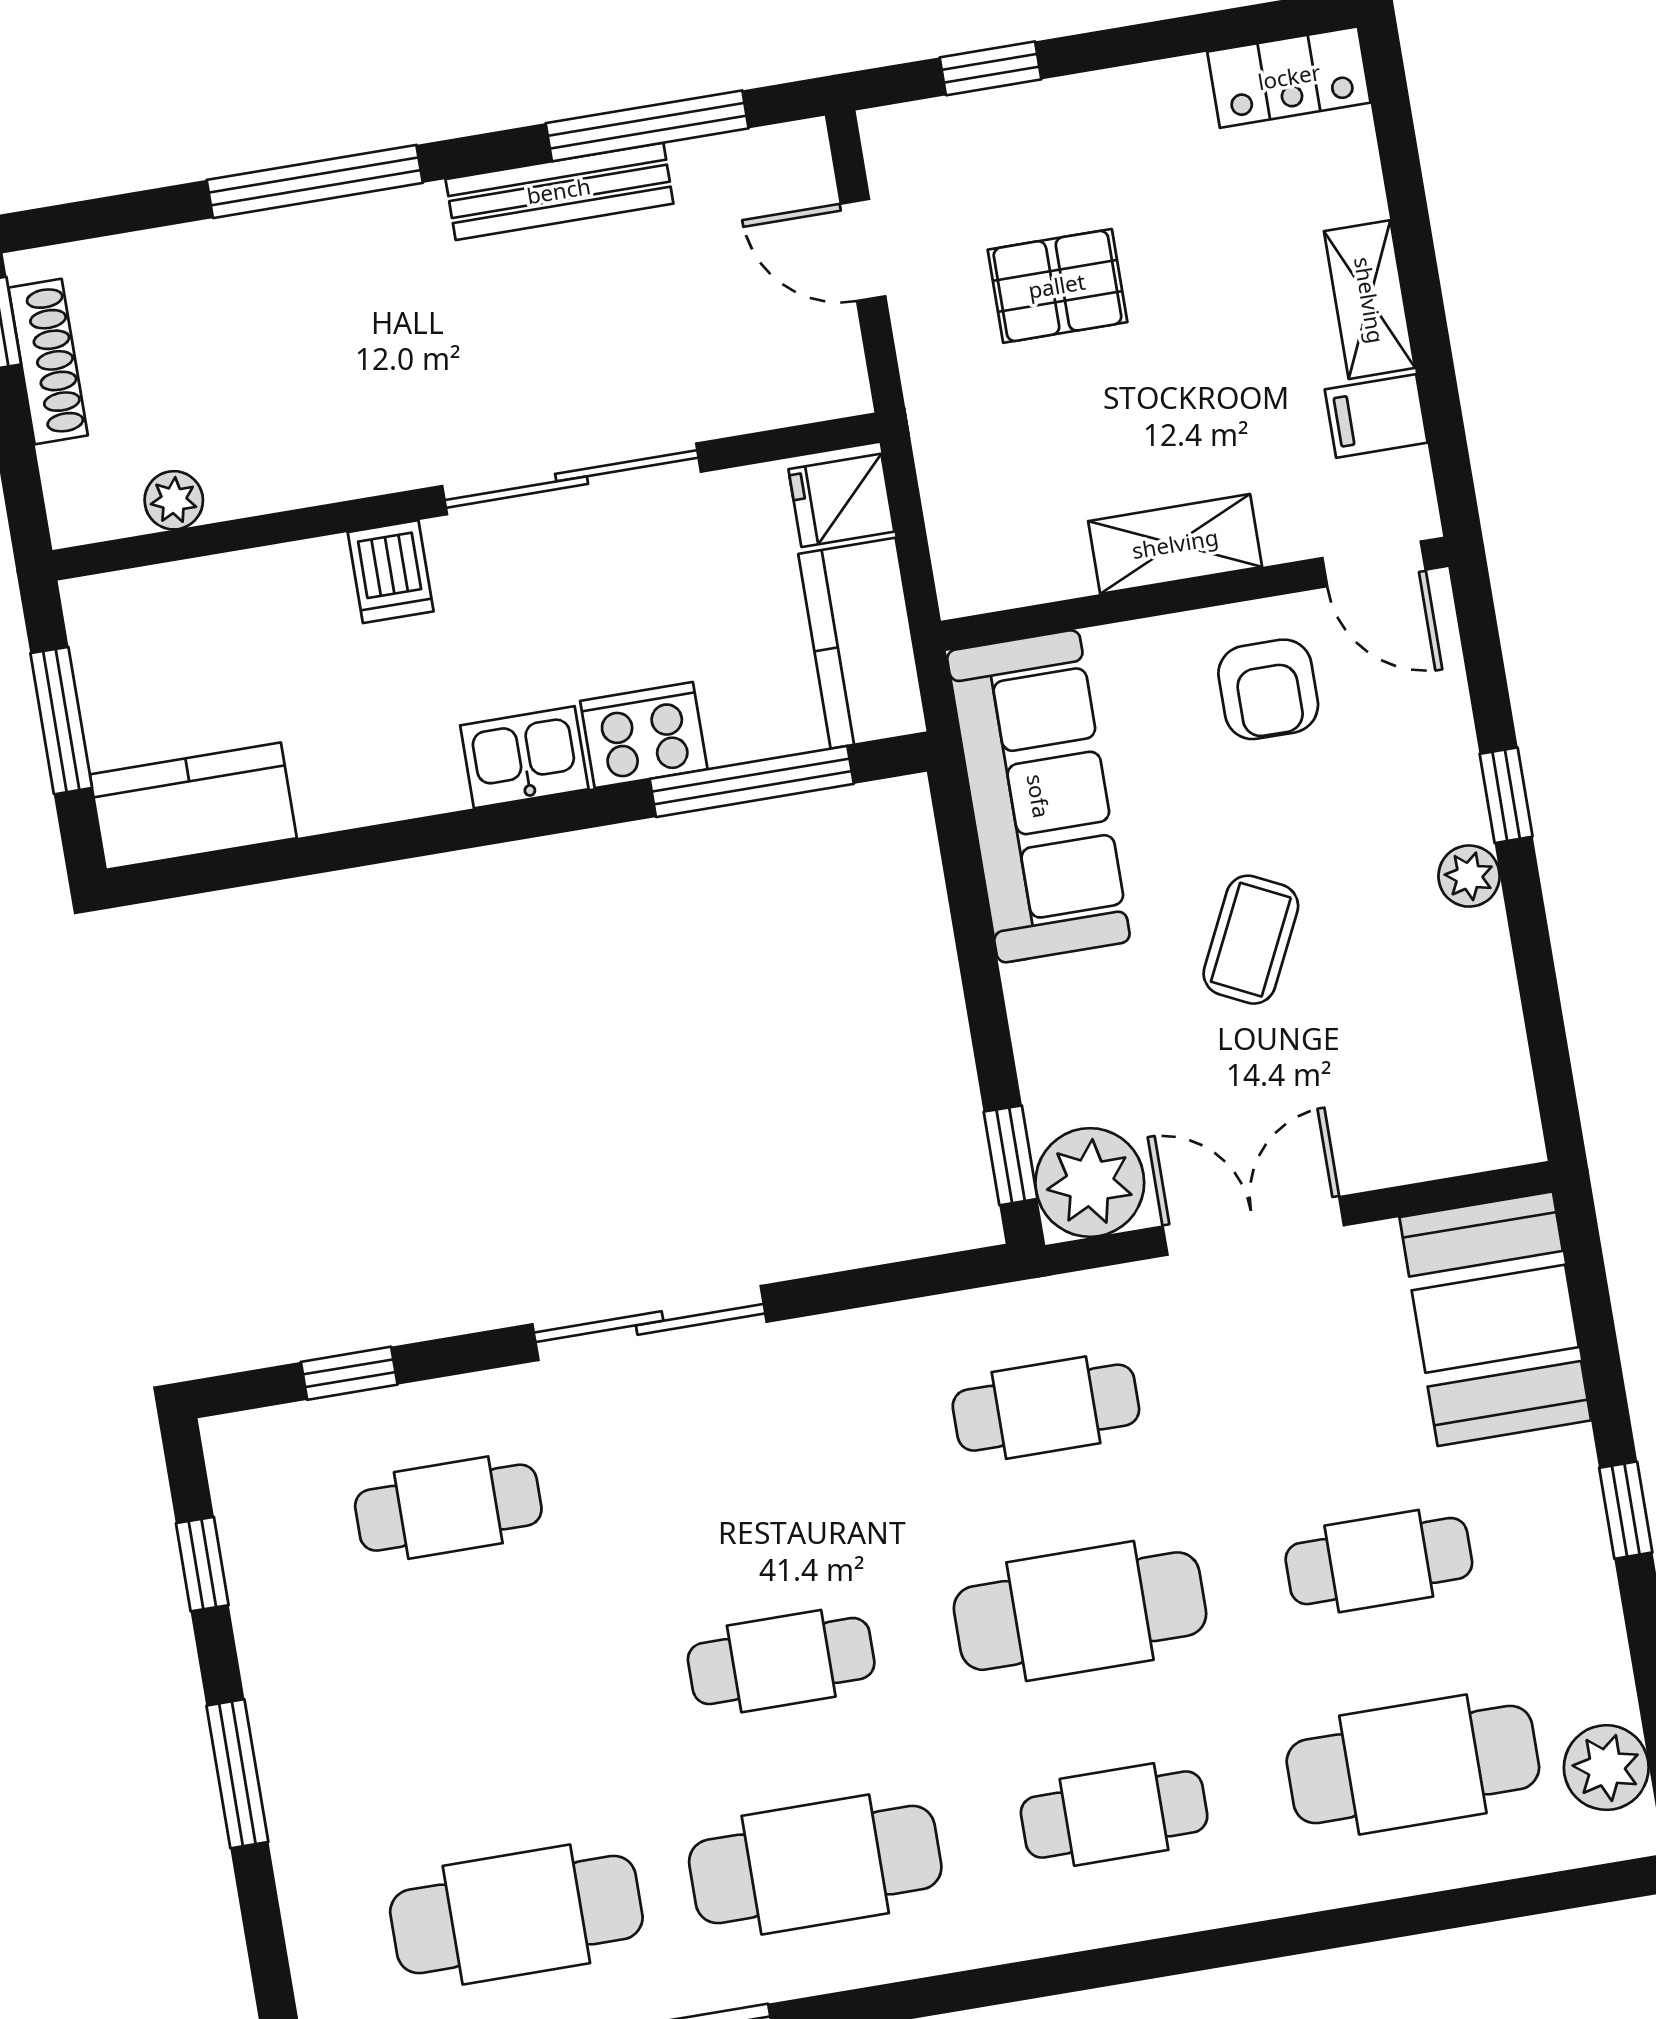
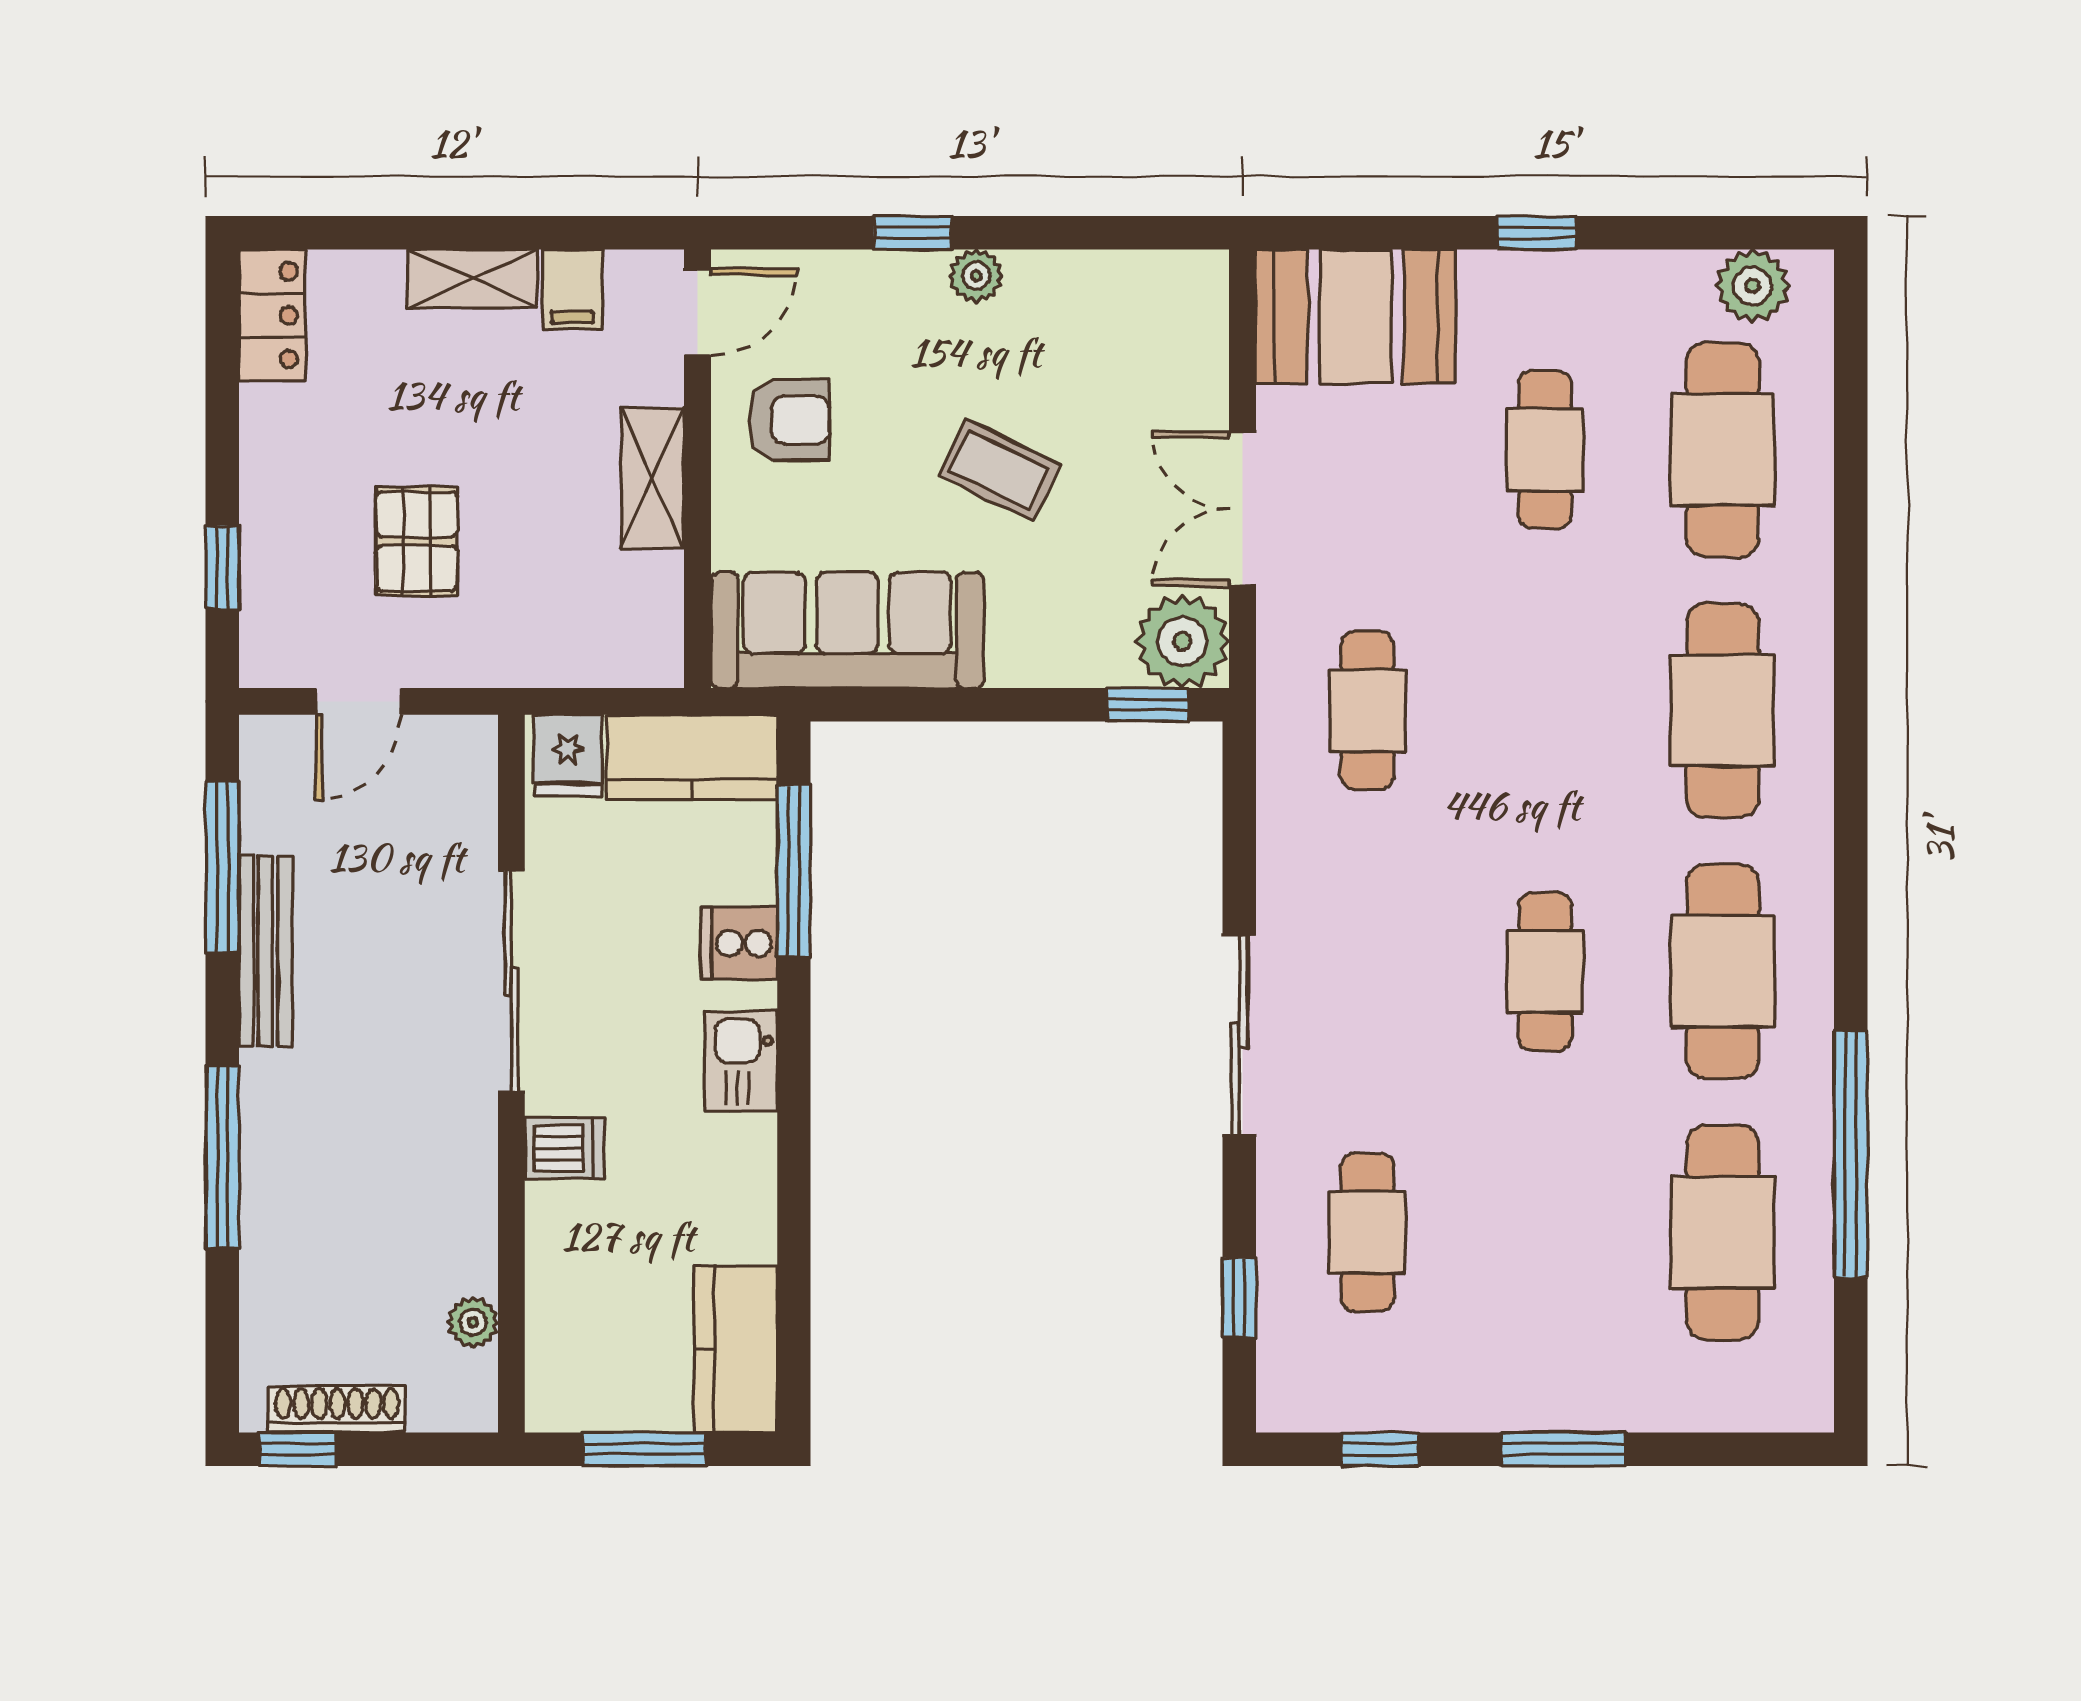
cooker: (644, 735) -> (739, 943), width x0.73
cafe table: (1080, 1611) -> (1545, 711), removed
cafe table: (1114, 1814) -> (1722, 711), width x1.37, depth x1.35

